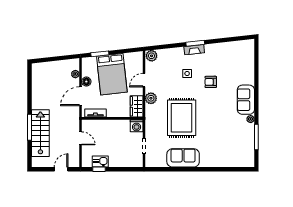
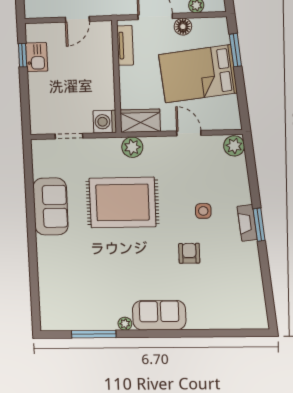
plant: (151, 98) -> (132, 147), moved

